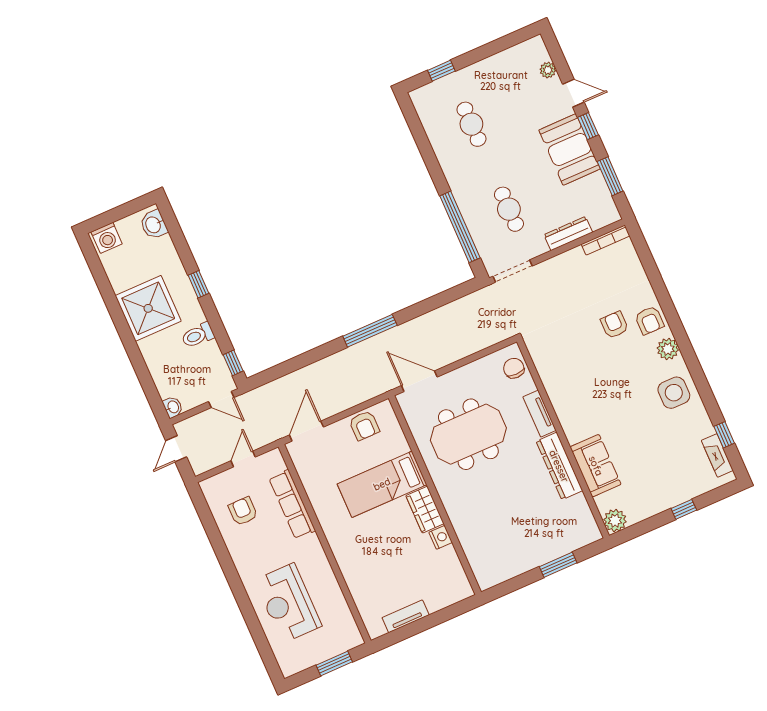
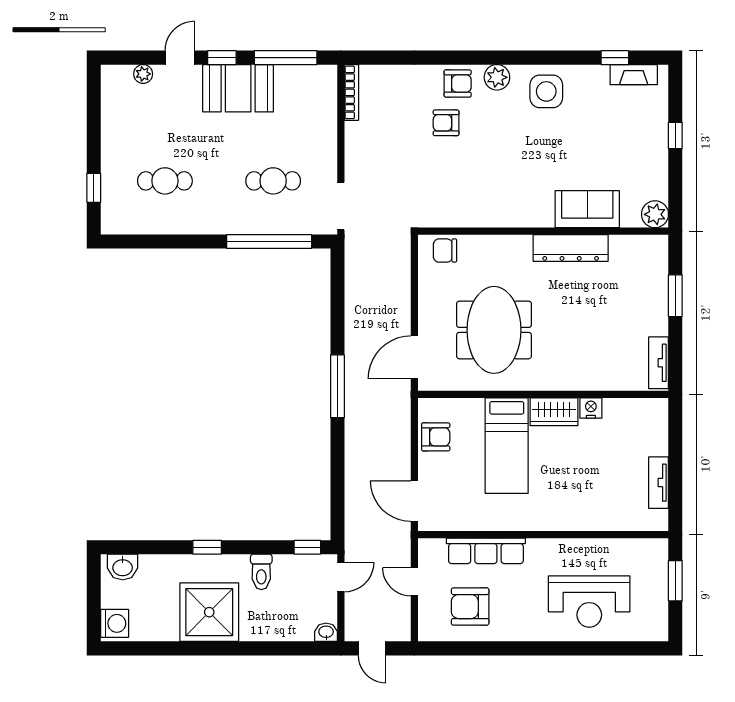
window: (610, 176) -> (286, 58), width x1.44
dresser: (568, 234) -> (327, 129), removed
tv unit: (539, 414) -> (659, 363), moved, turned 90
armchair: (243, 511) -> (470, 607), width x1.38, depth x1.38

